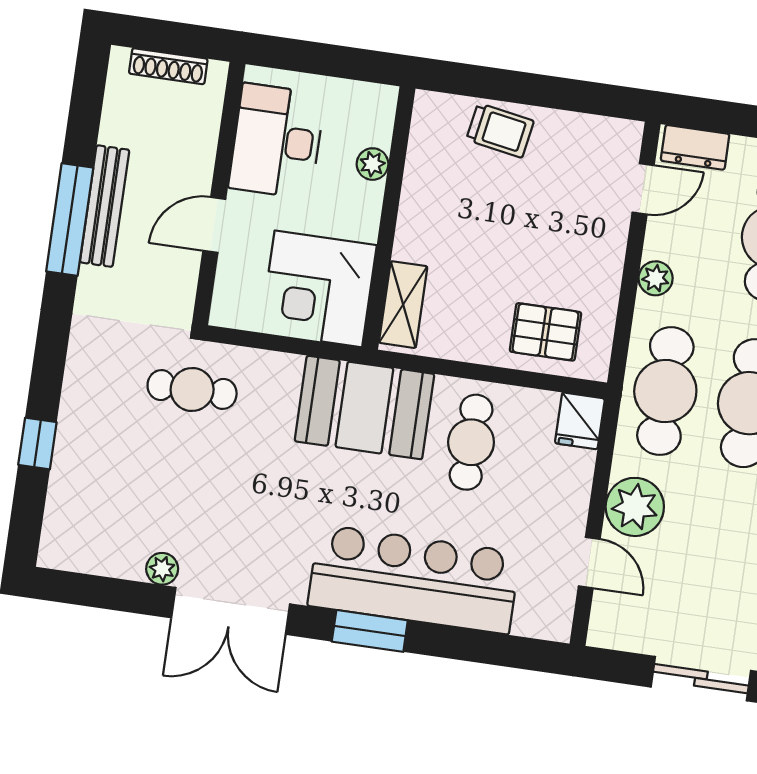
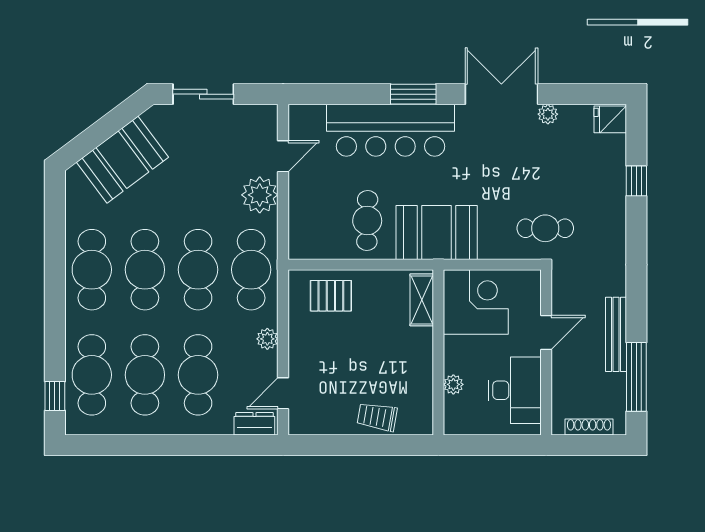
window: (70, 220) -> (636, 377), moved
fridge: (580, 421) -> (610, 119), moved, turned -90
door: (589, 563) -> (283, 156), swing flipped

